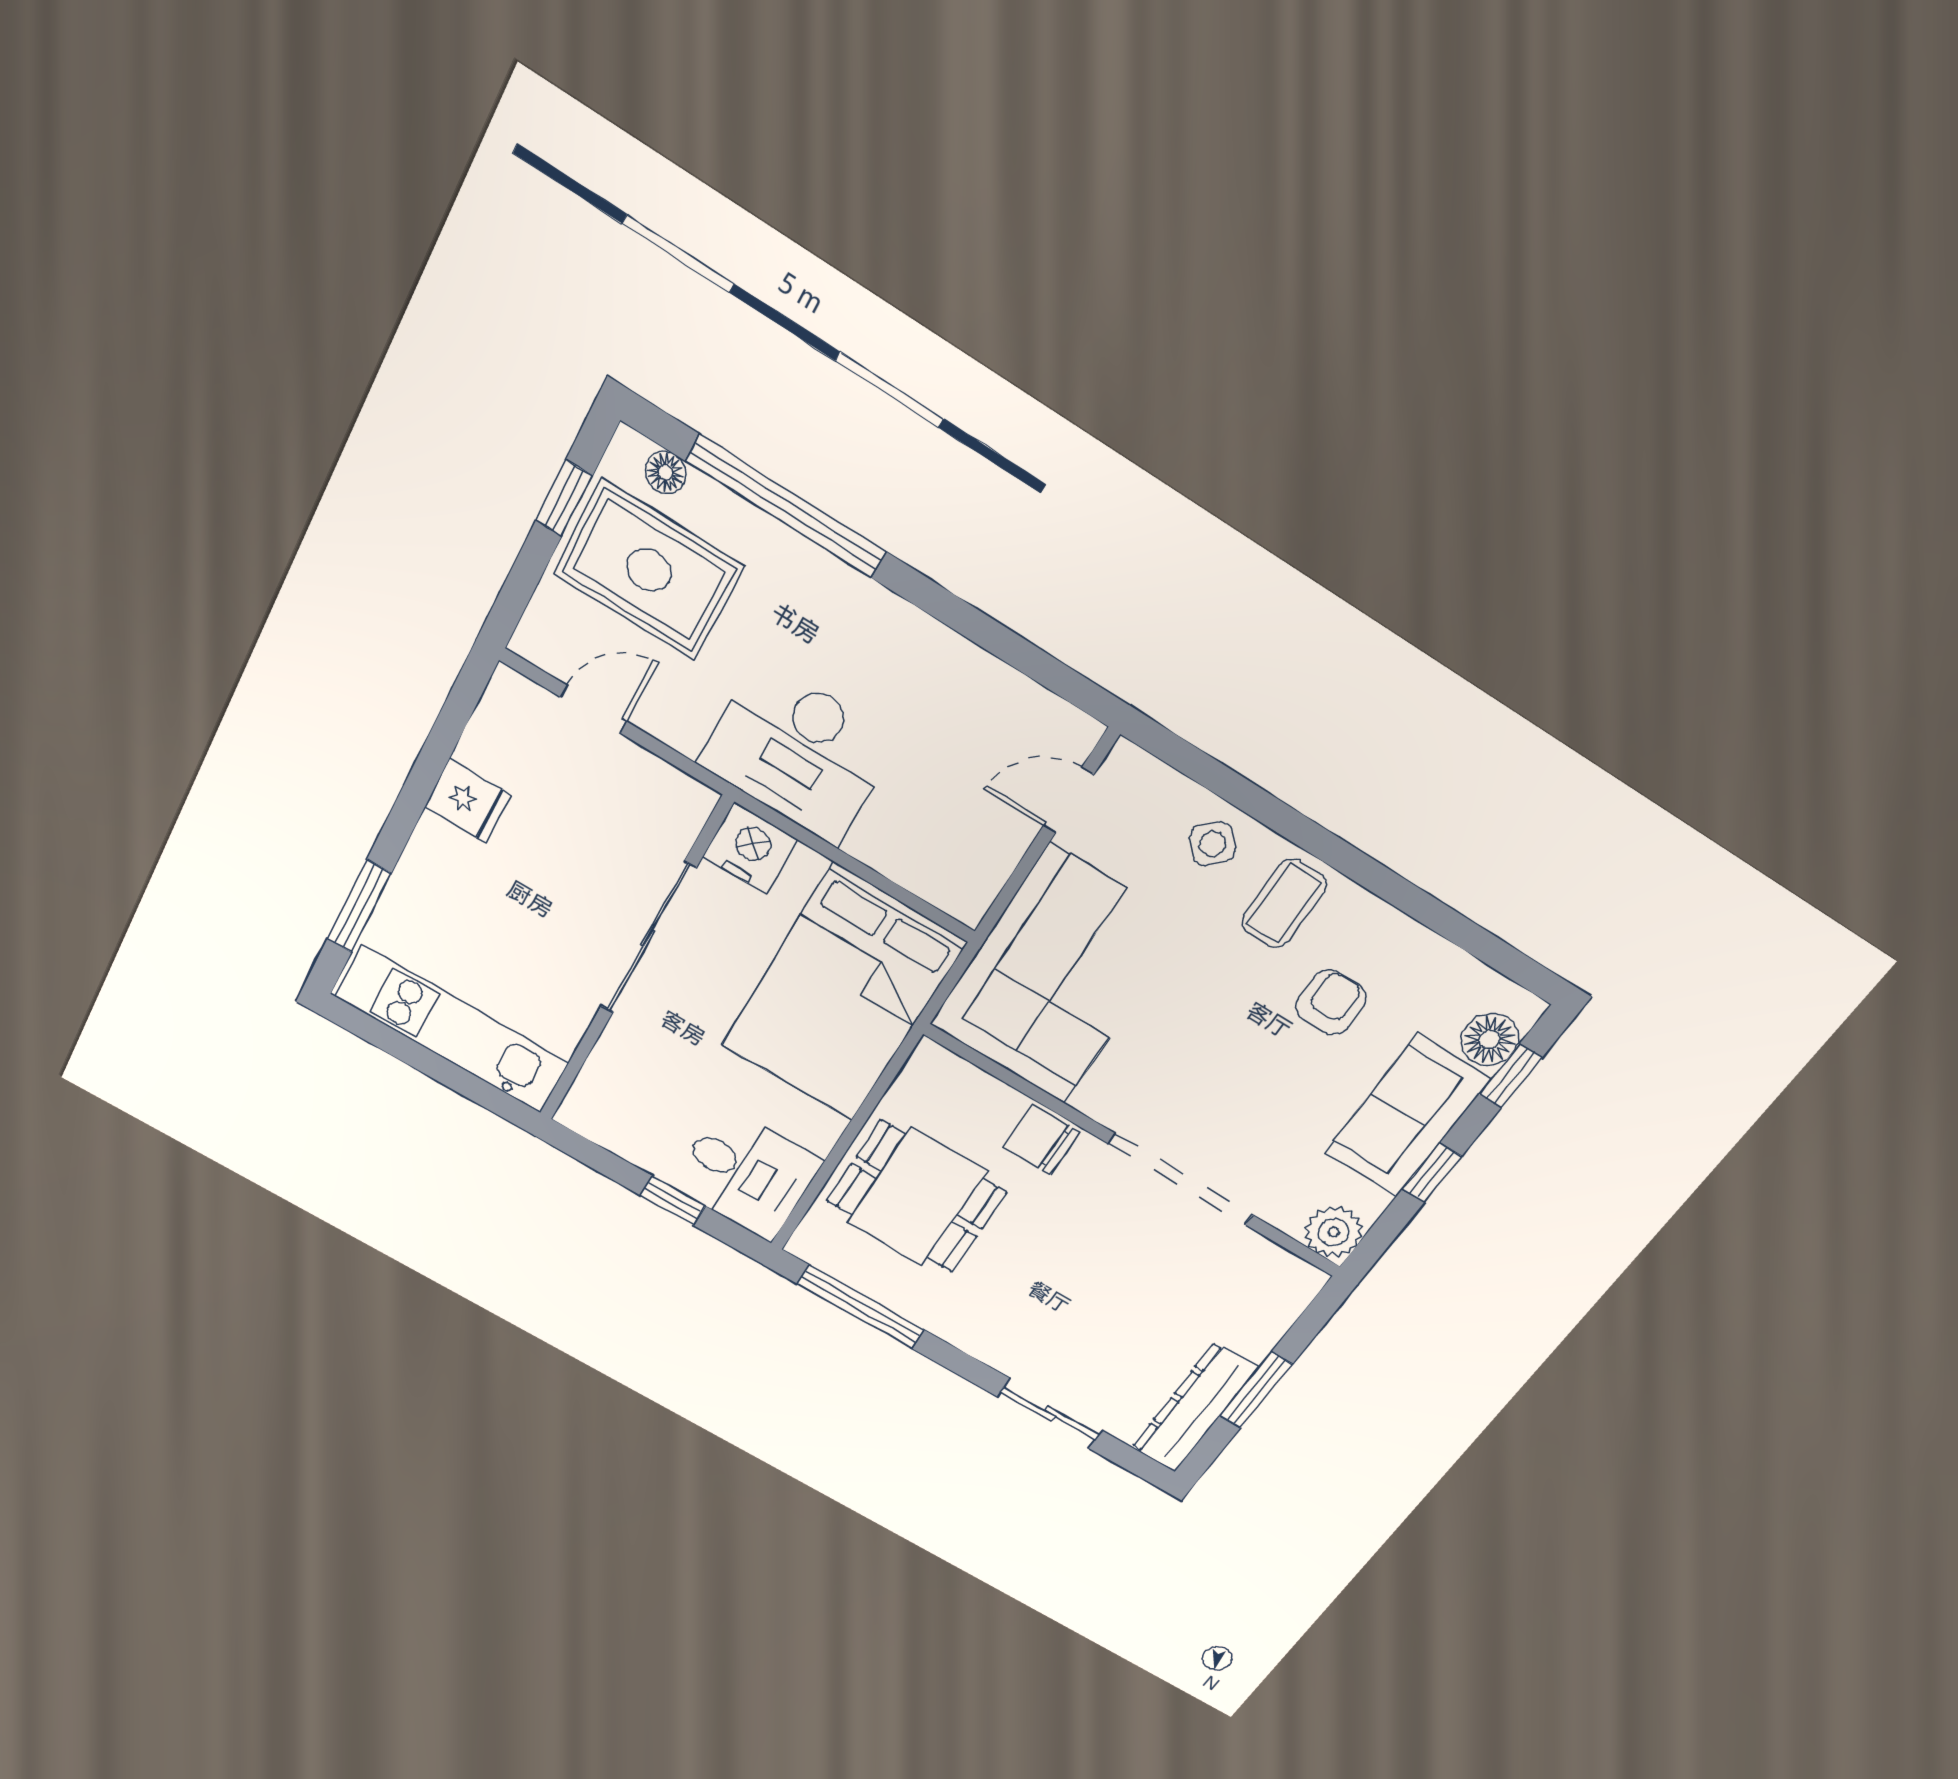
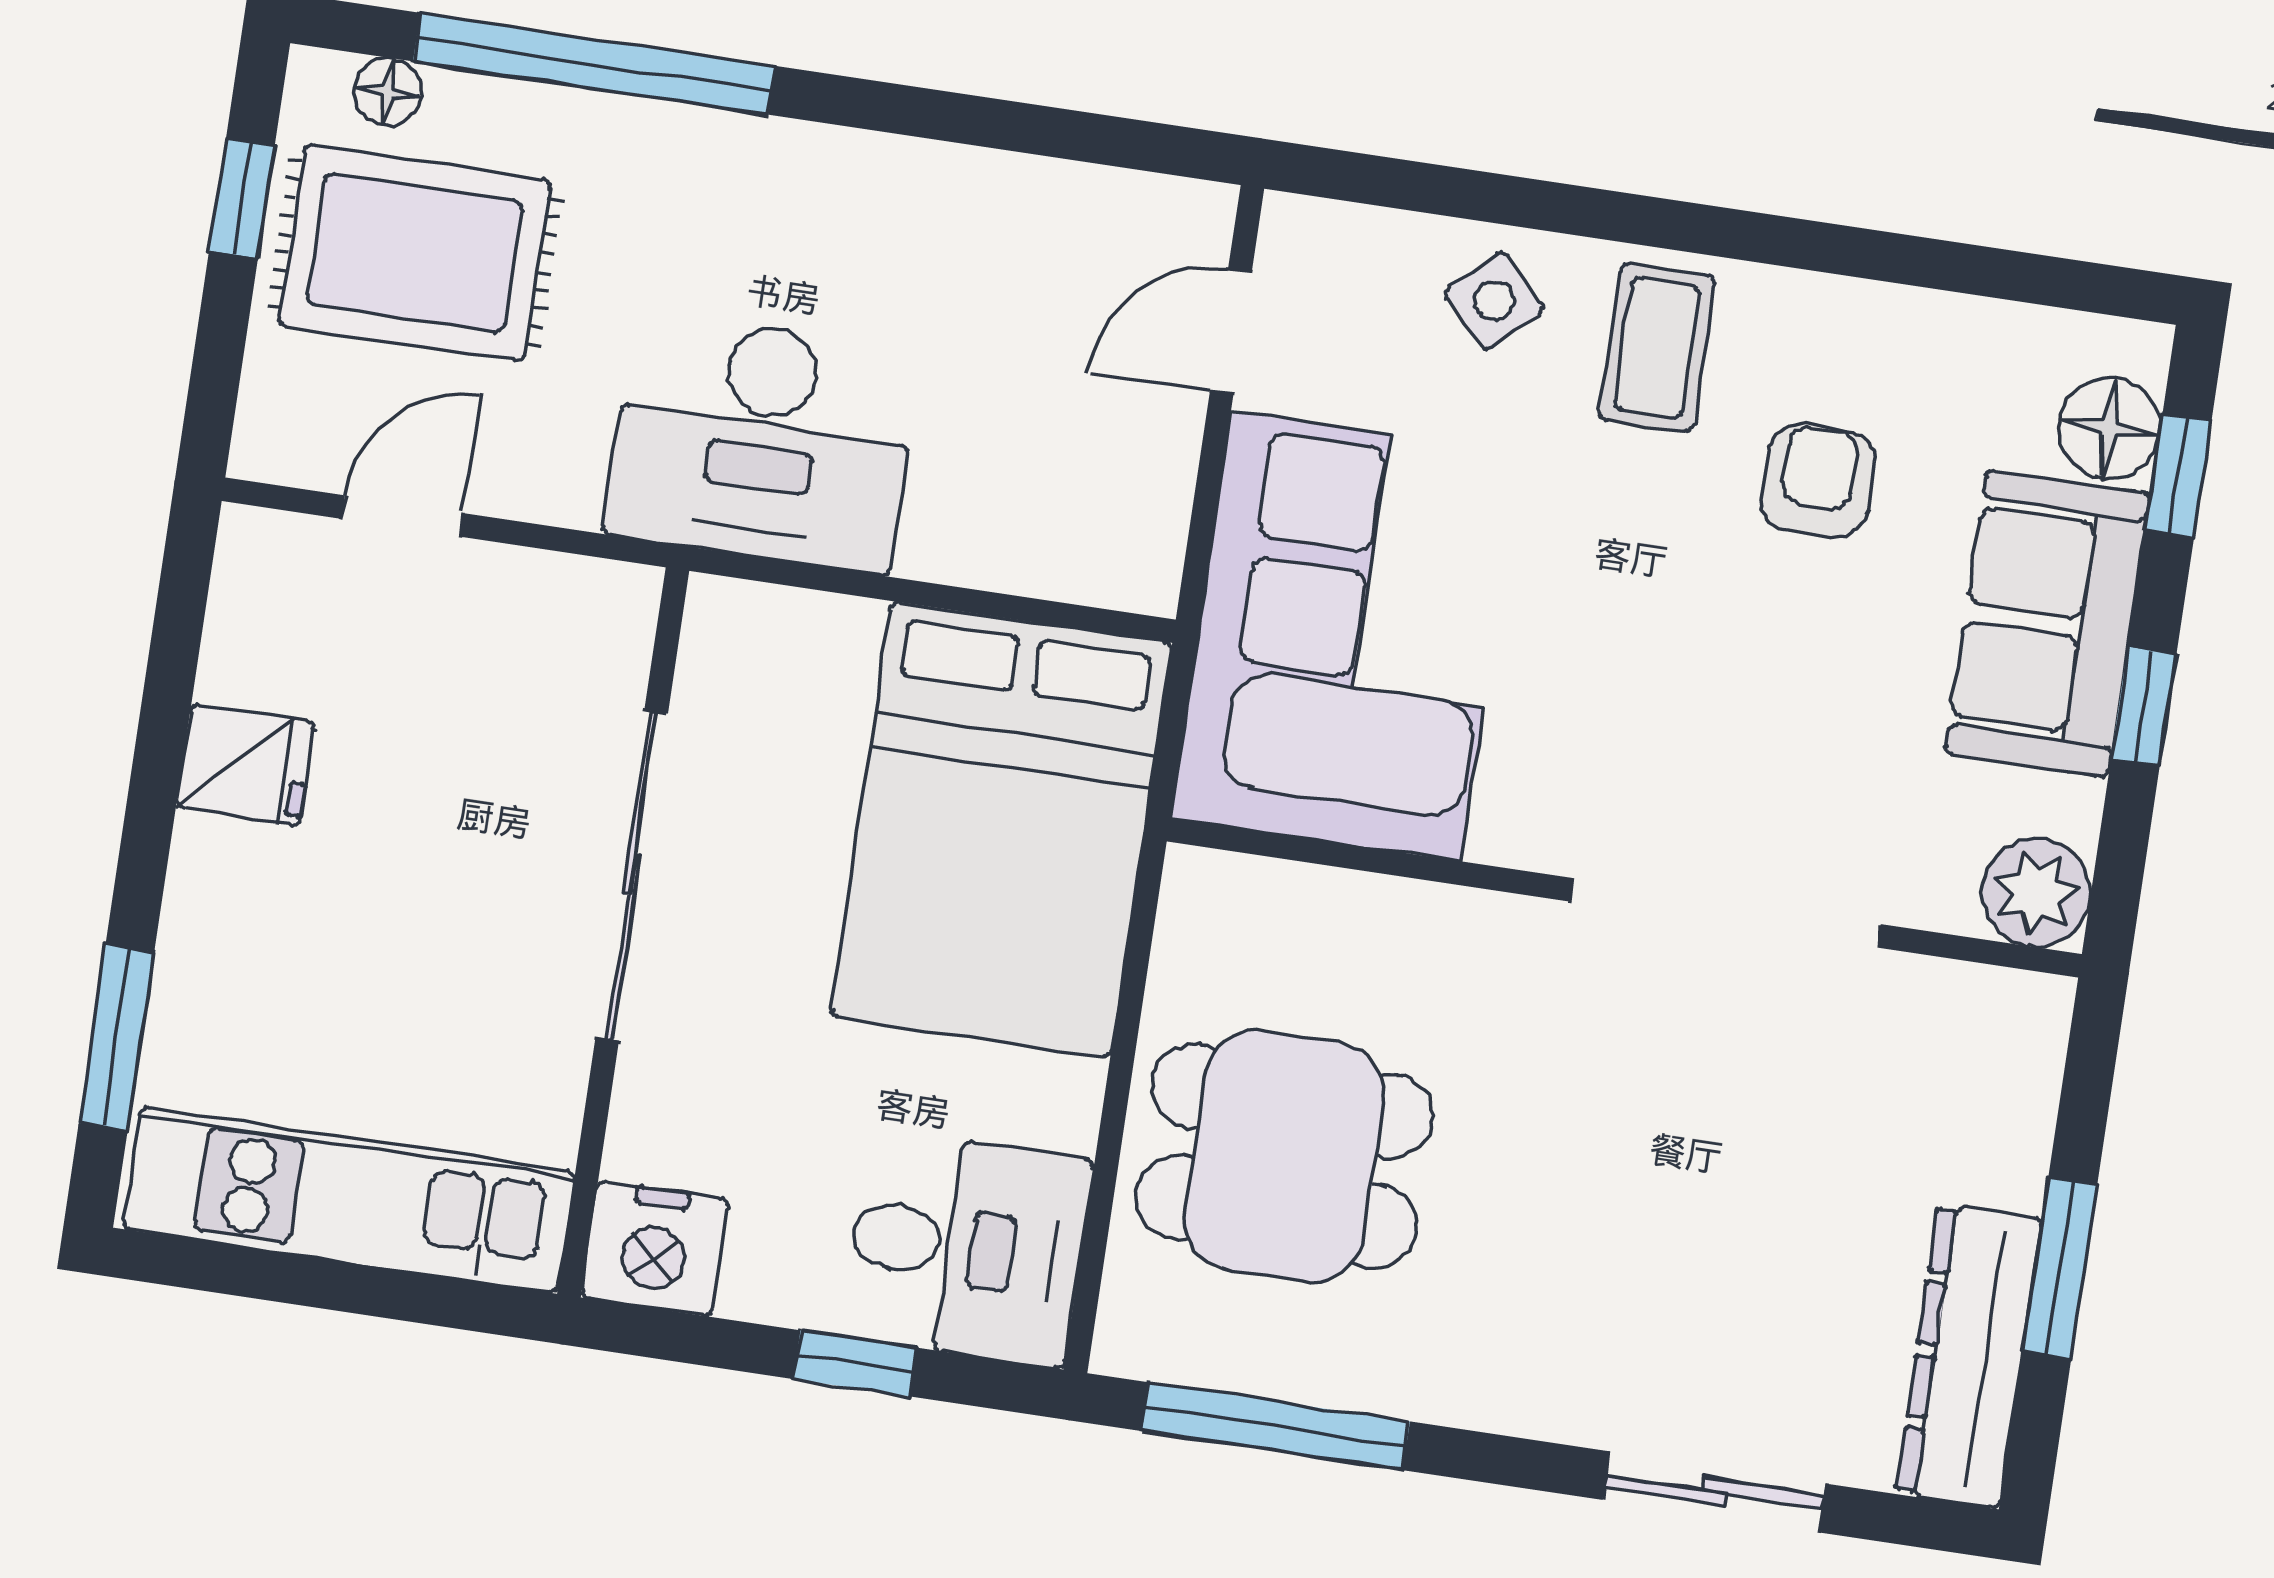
nightstand: (750, 848) -> (655, 1248), moved, turned 180
chair: (1041, 1140) -> (1453, 947), removed

